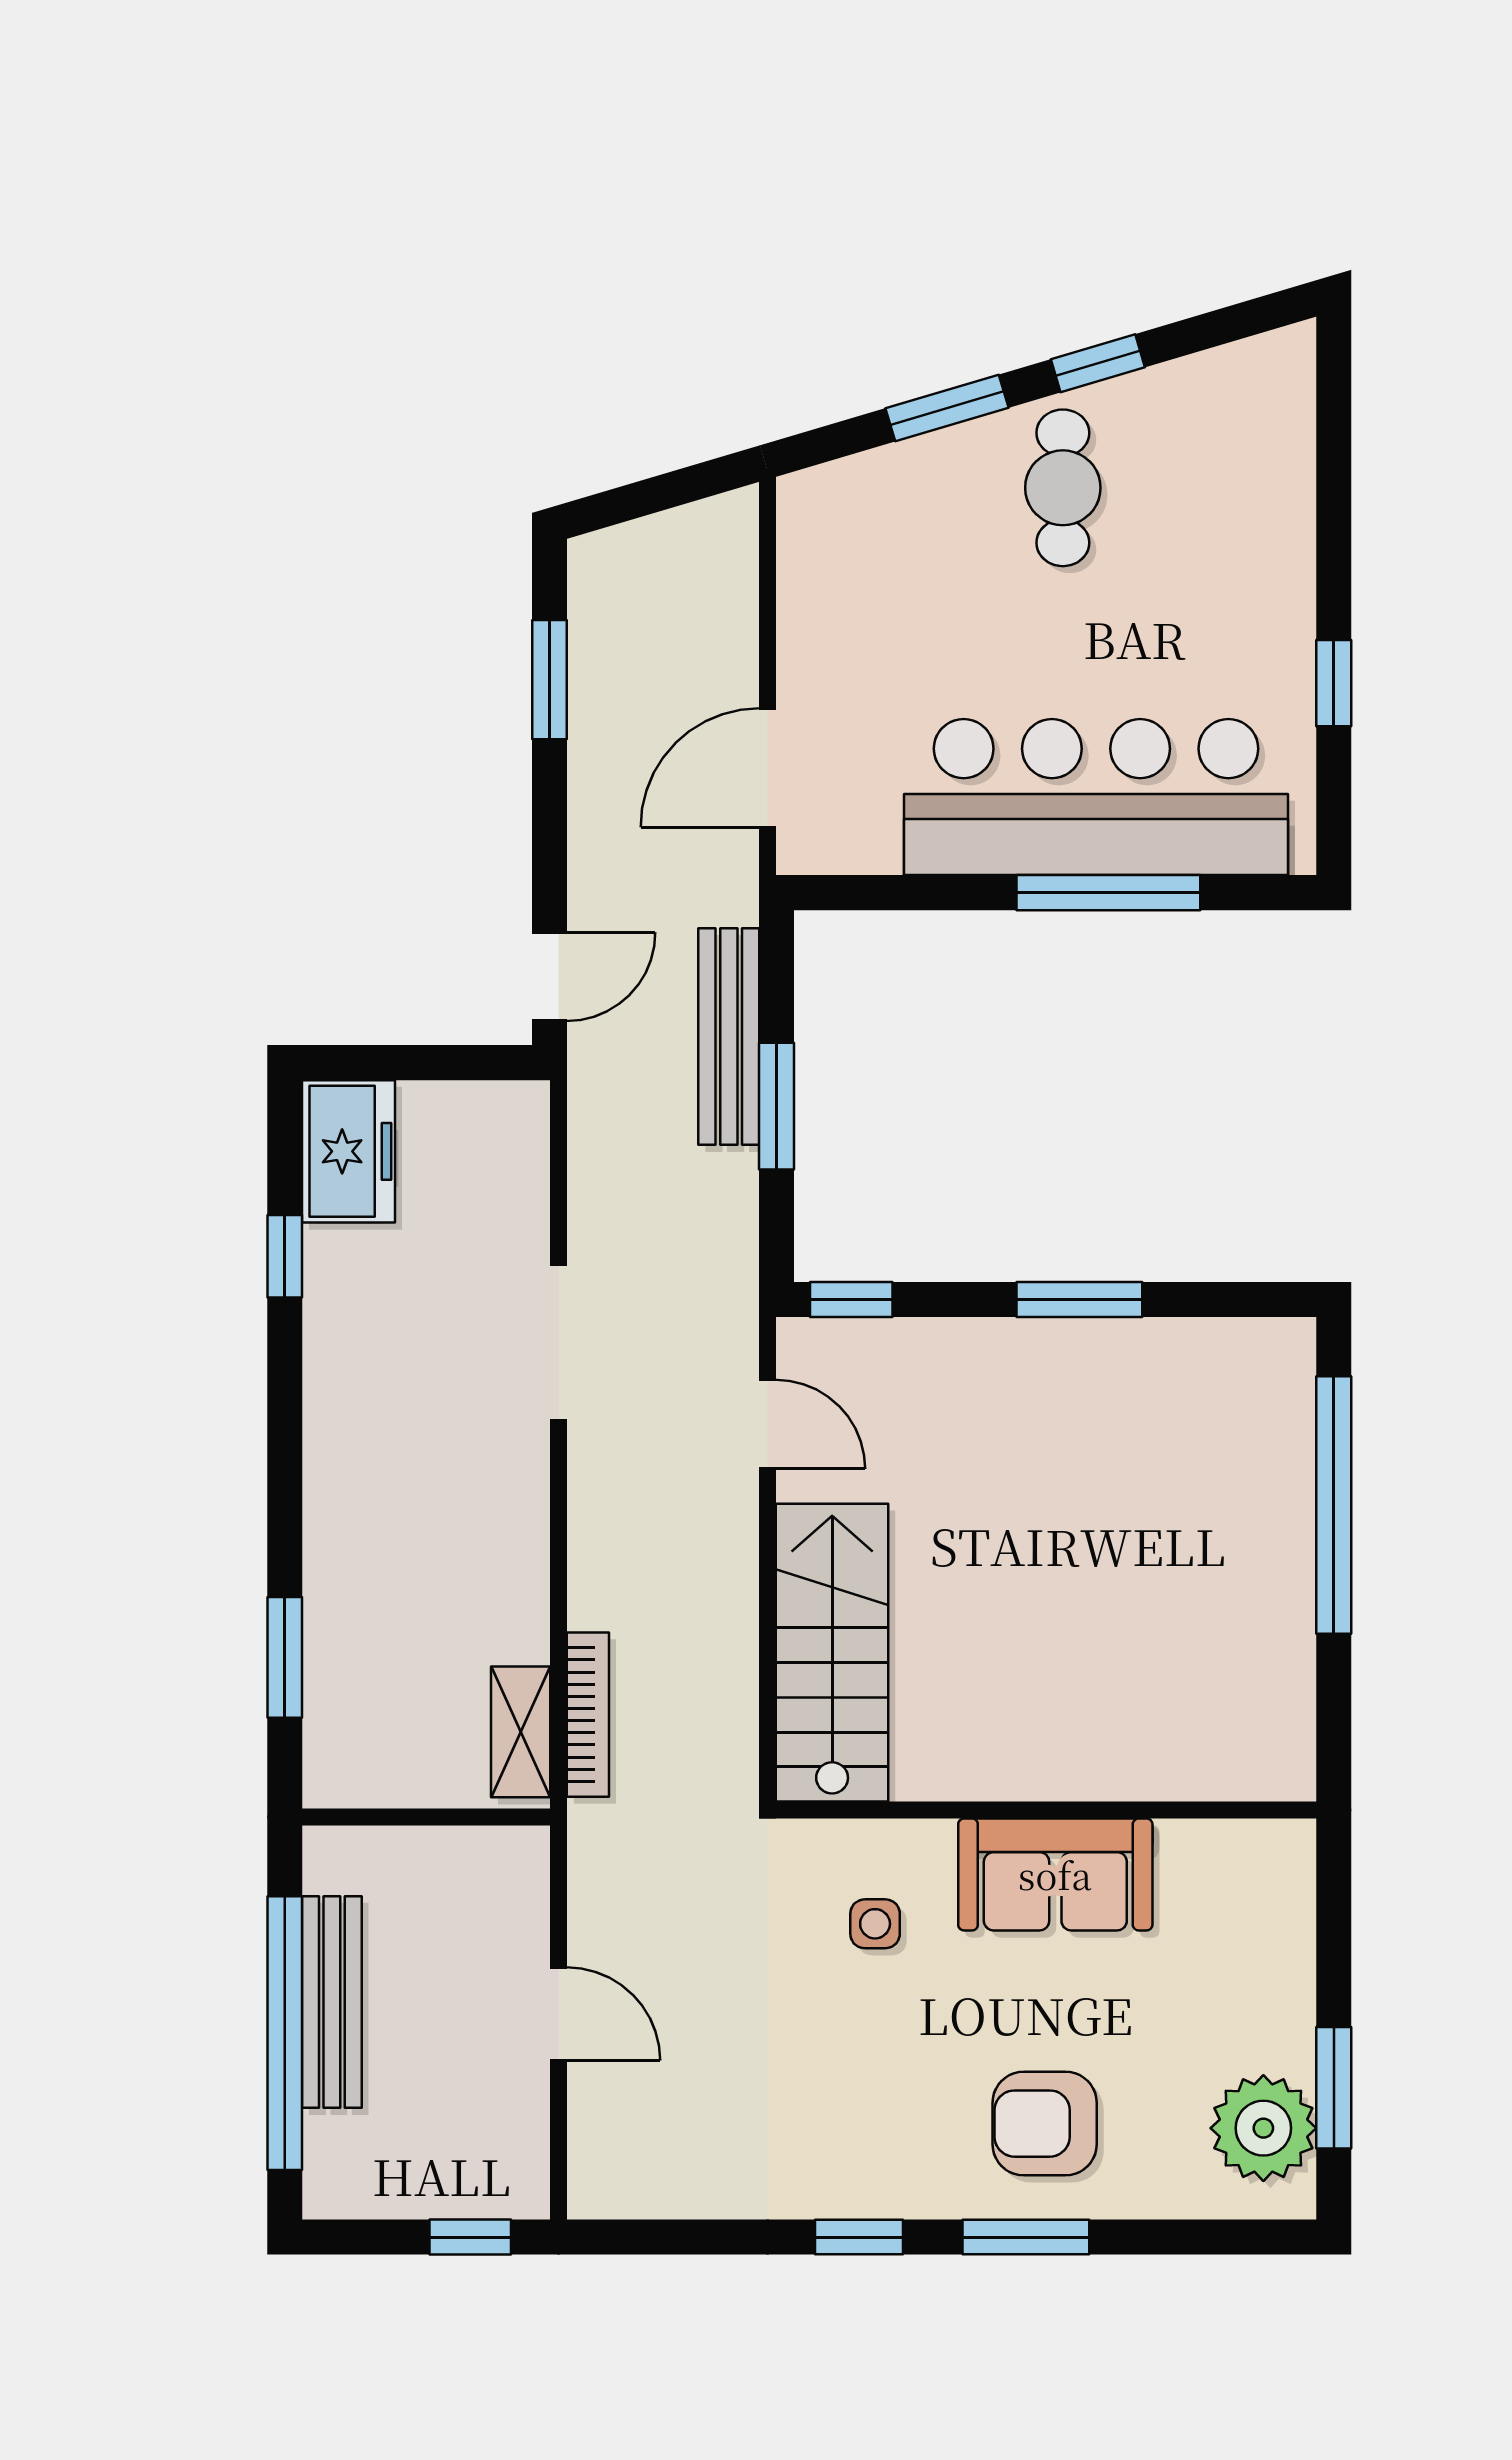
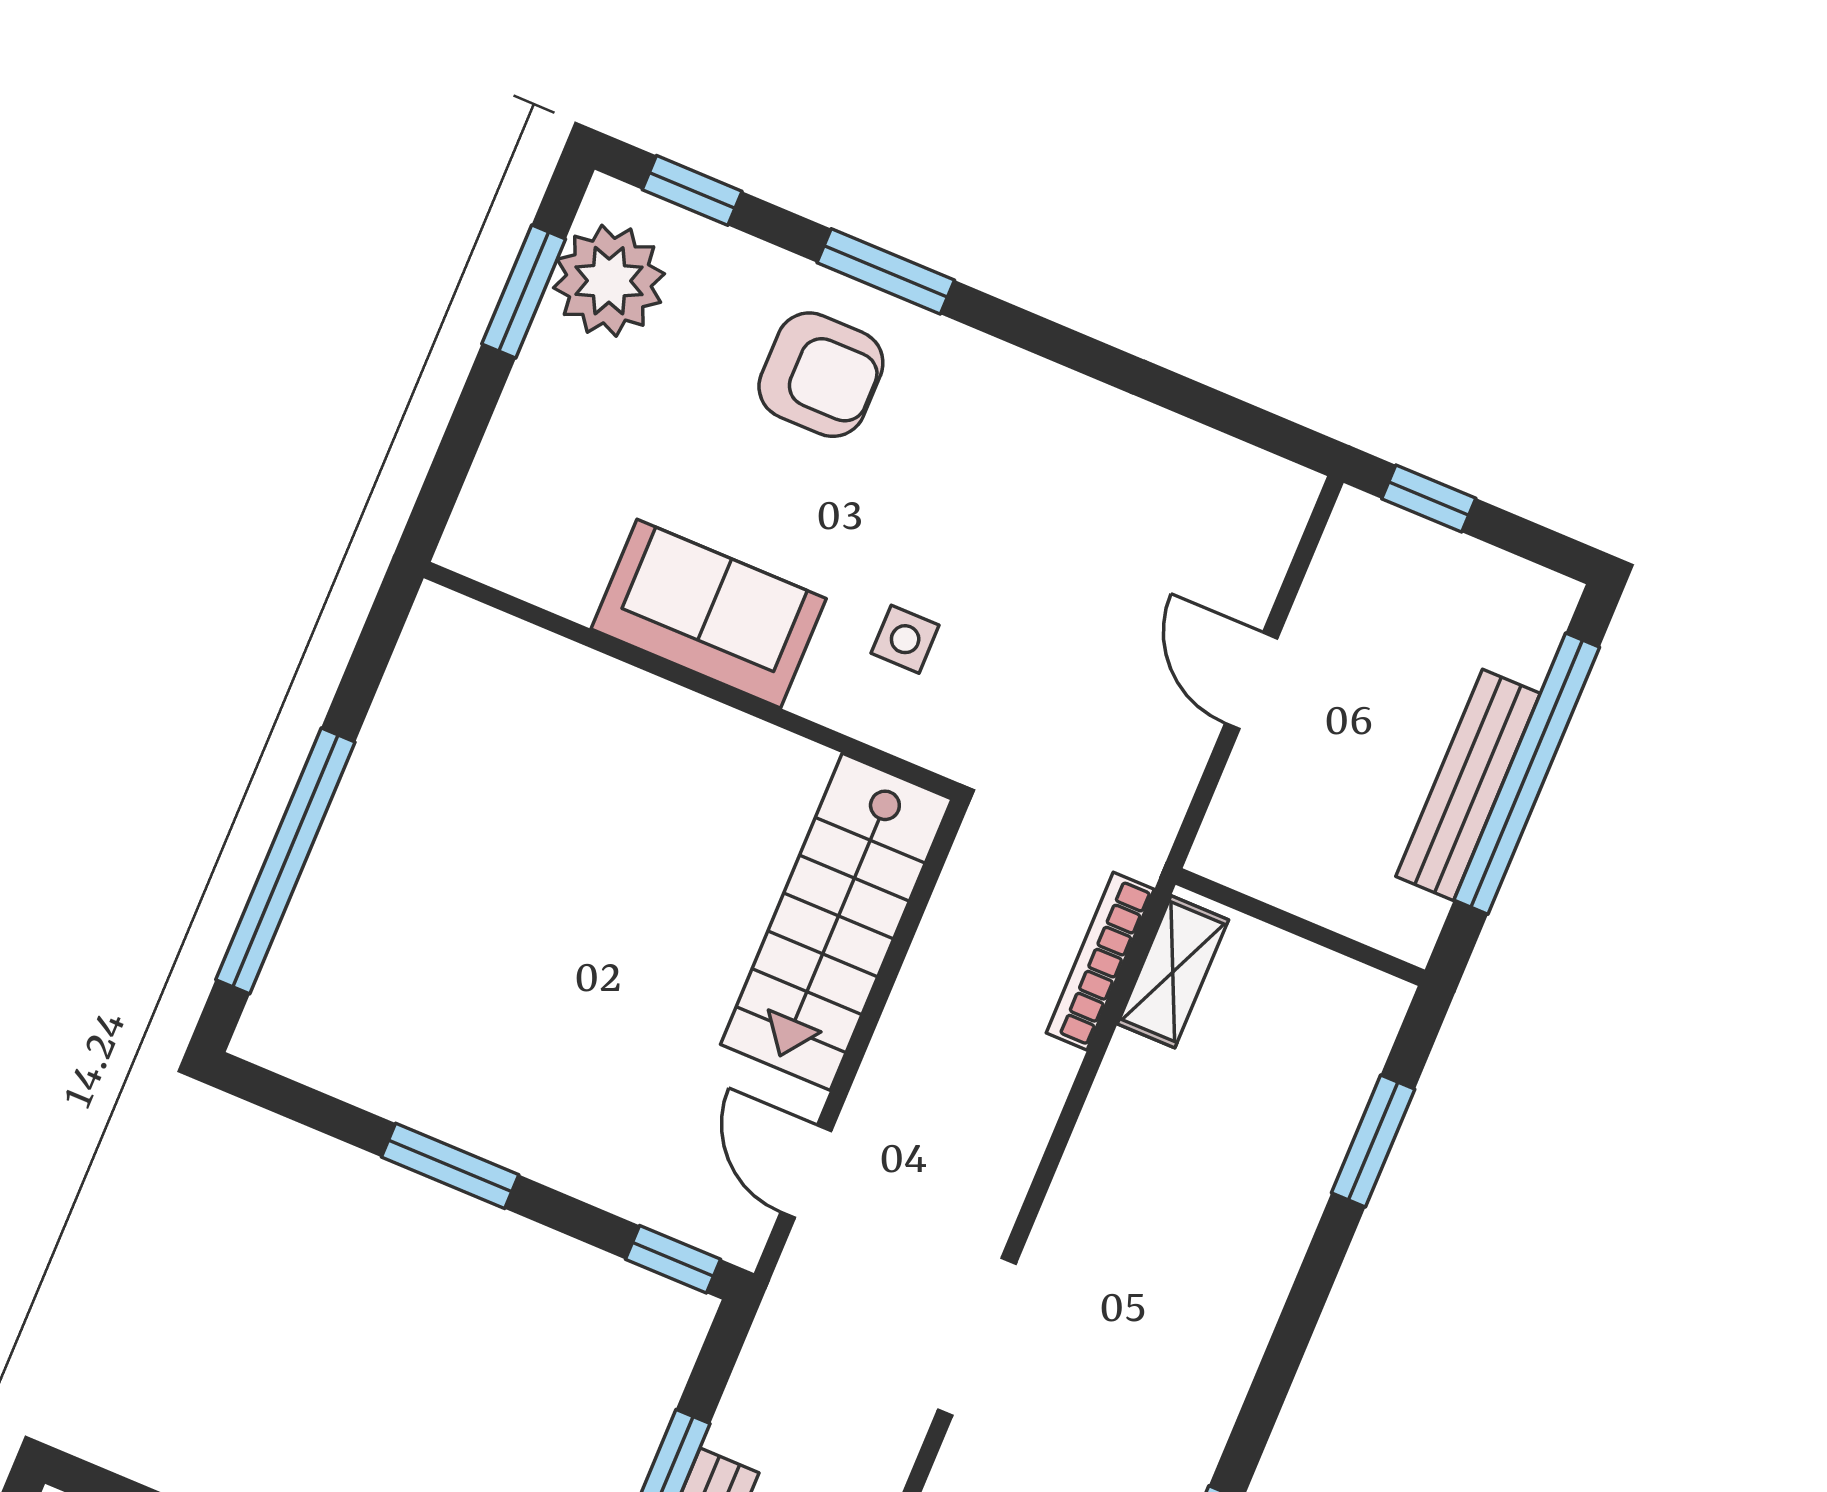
window: (859, 2237) -> (692, 190), moved

